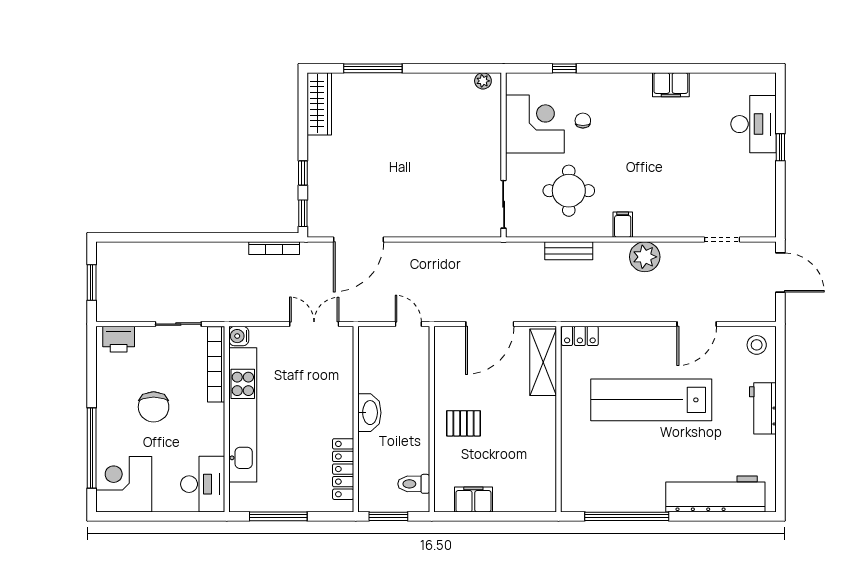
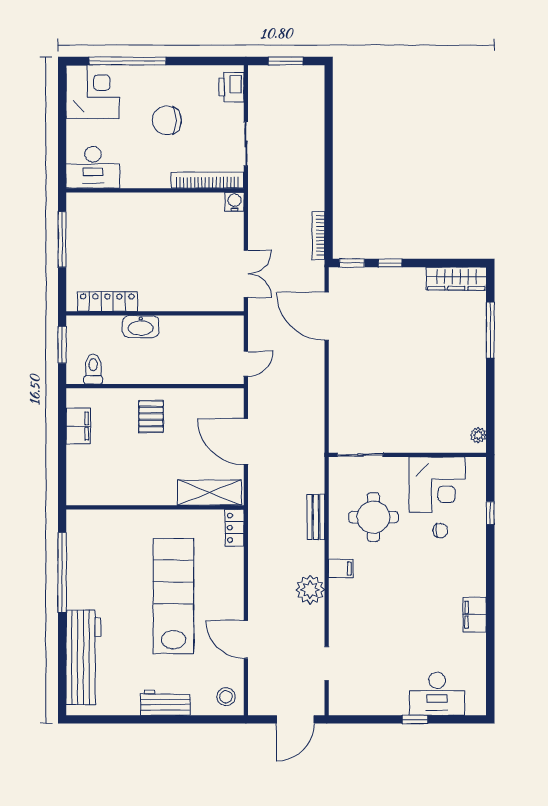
washbasin: (369, 413) -> (141, 327), moved
kitchen unit: (243, 415) -> (159, 206), removed

